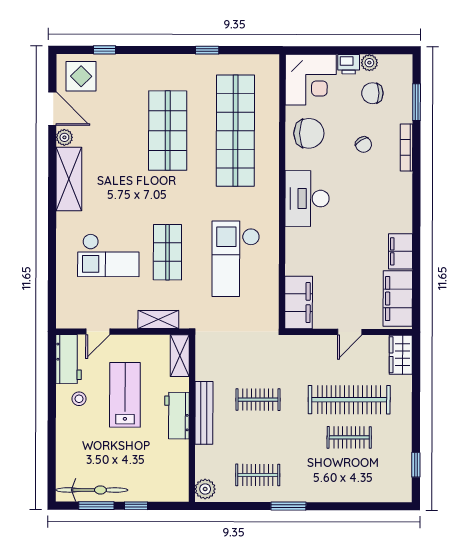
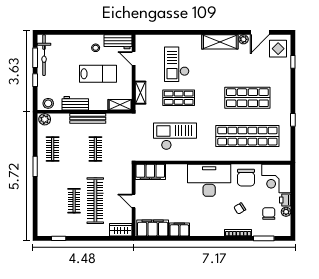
desk: (307, 199) -> (209, 180), width x1.36, depth x1.30
workbench: (177, 416) -> (75, 103), moved
stool: (177, 483) -> (48, 103), added

